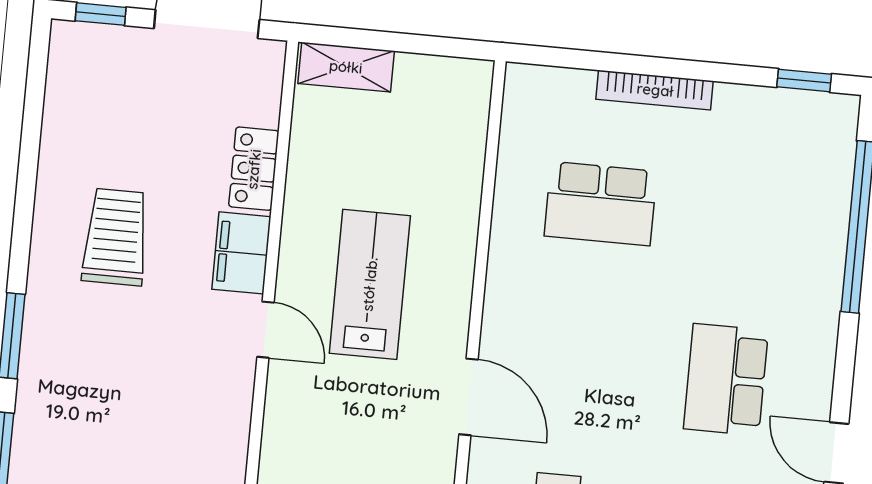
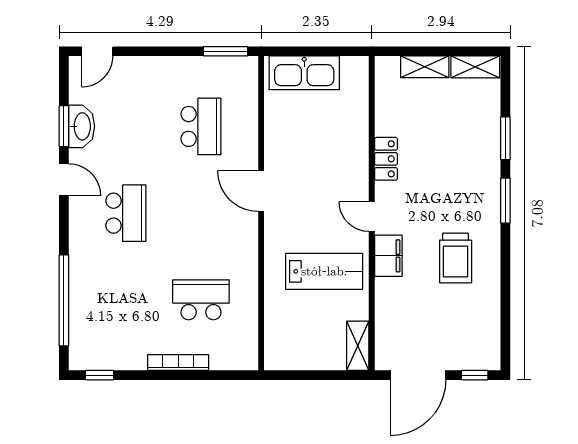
shelving: (346, 67) -> (358, 346), moved, turned 90
locker: (254, 169) -> (386, 159), moved
lab bench: (370, 284) -> (324, 271), moved, turned -90

